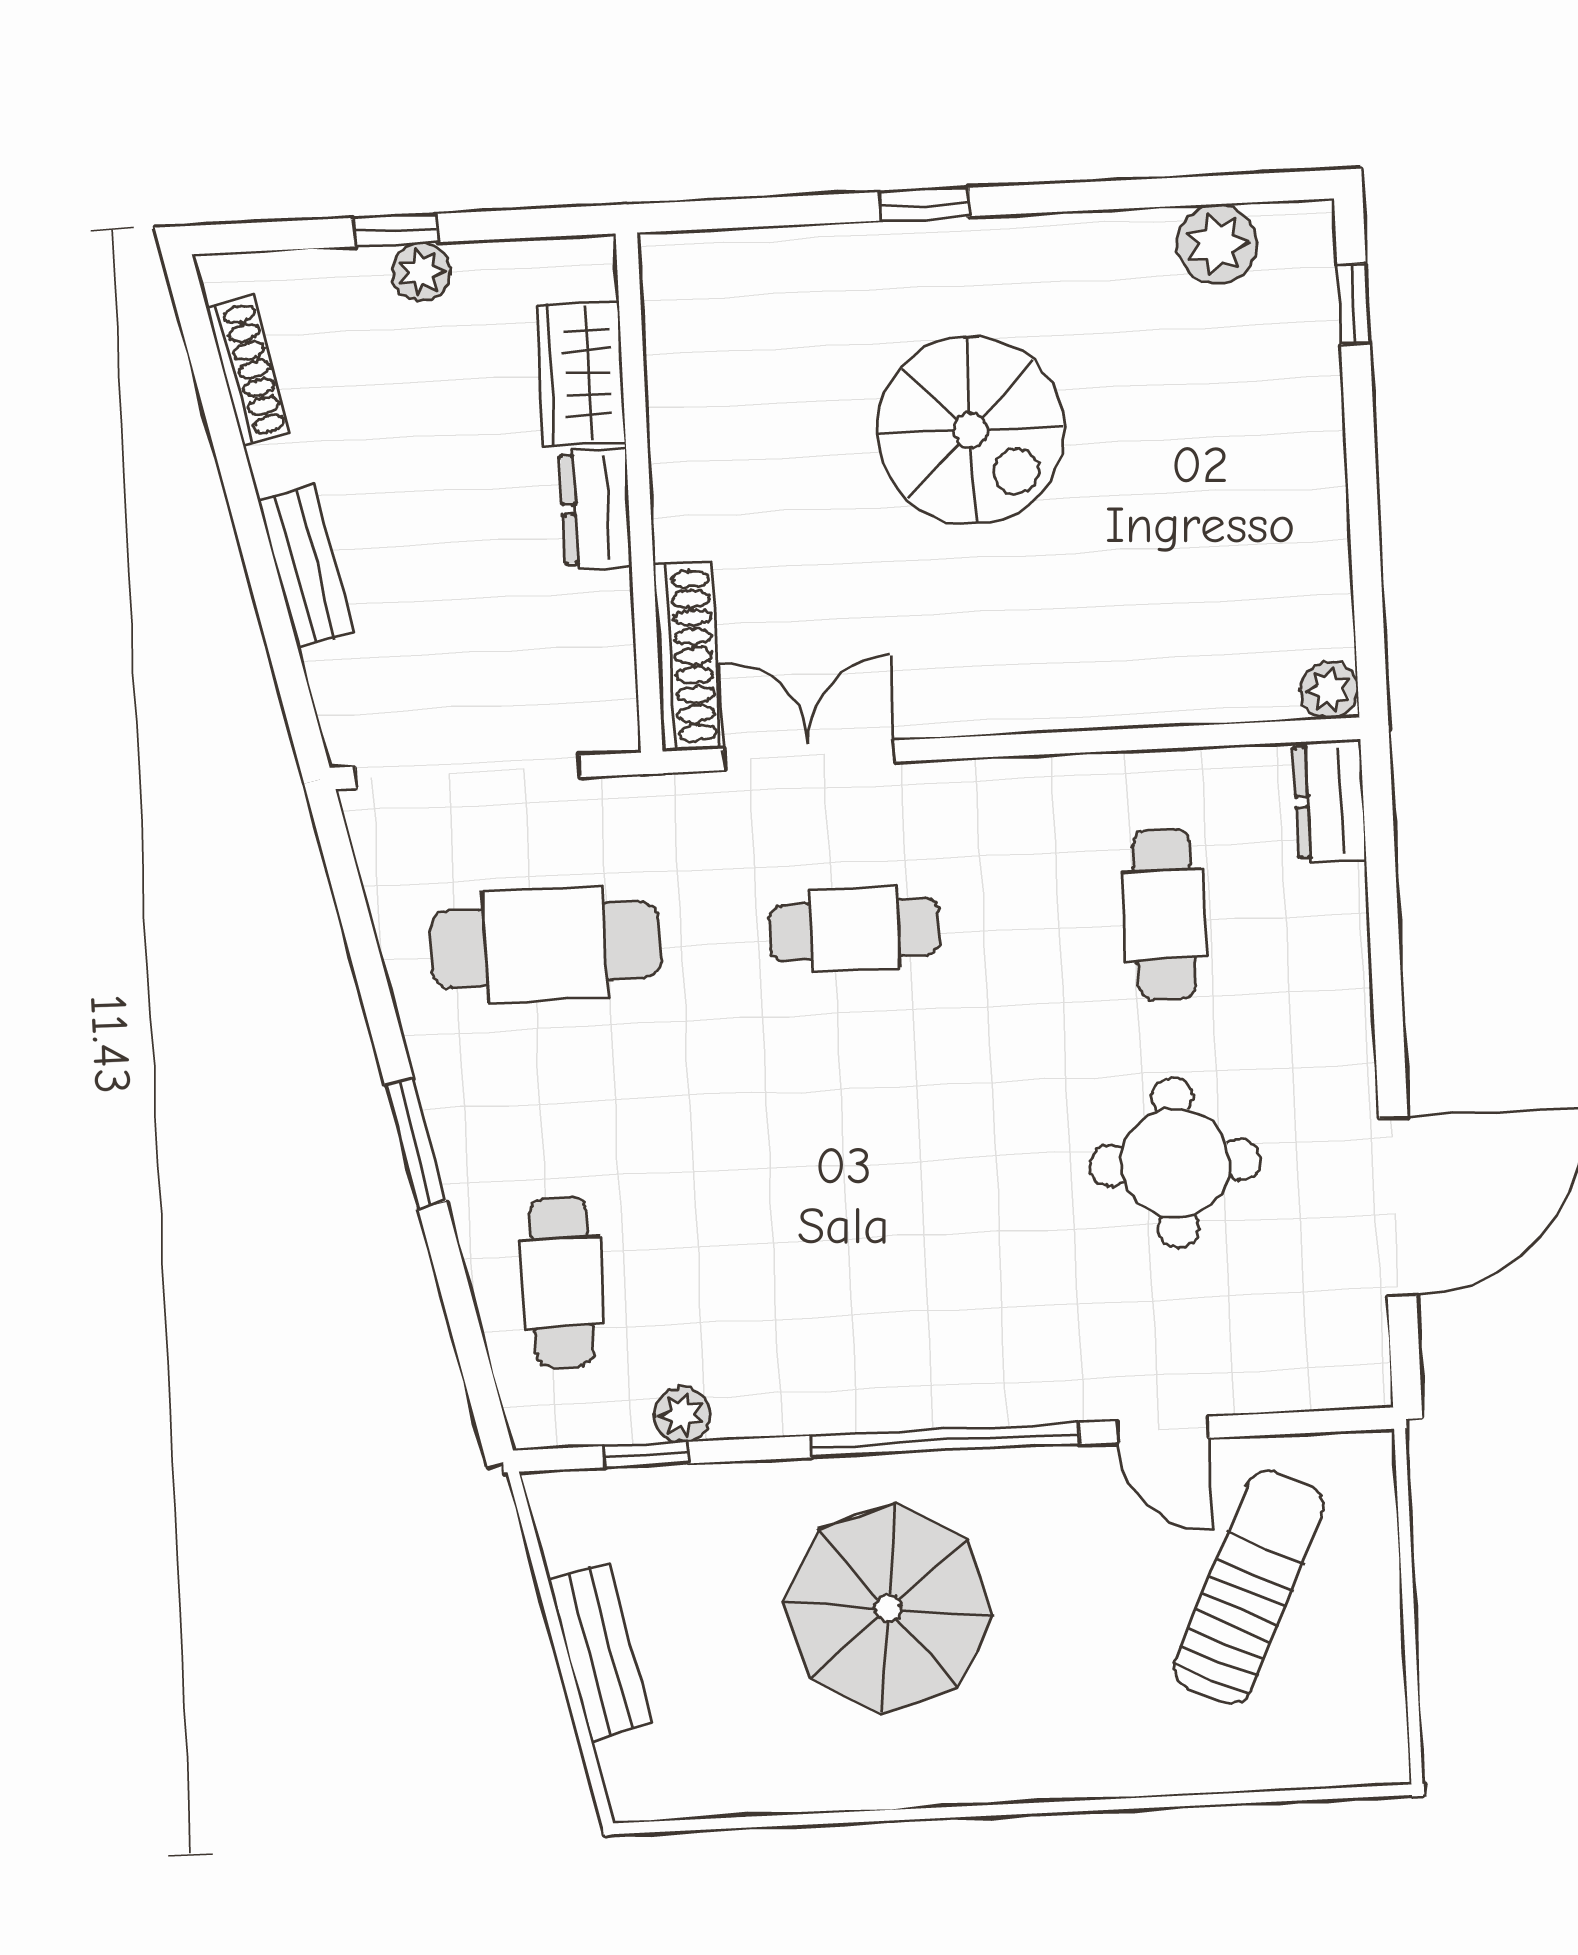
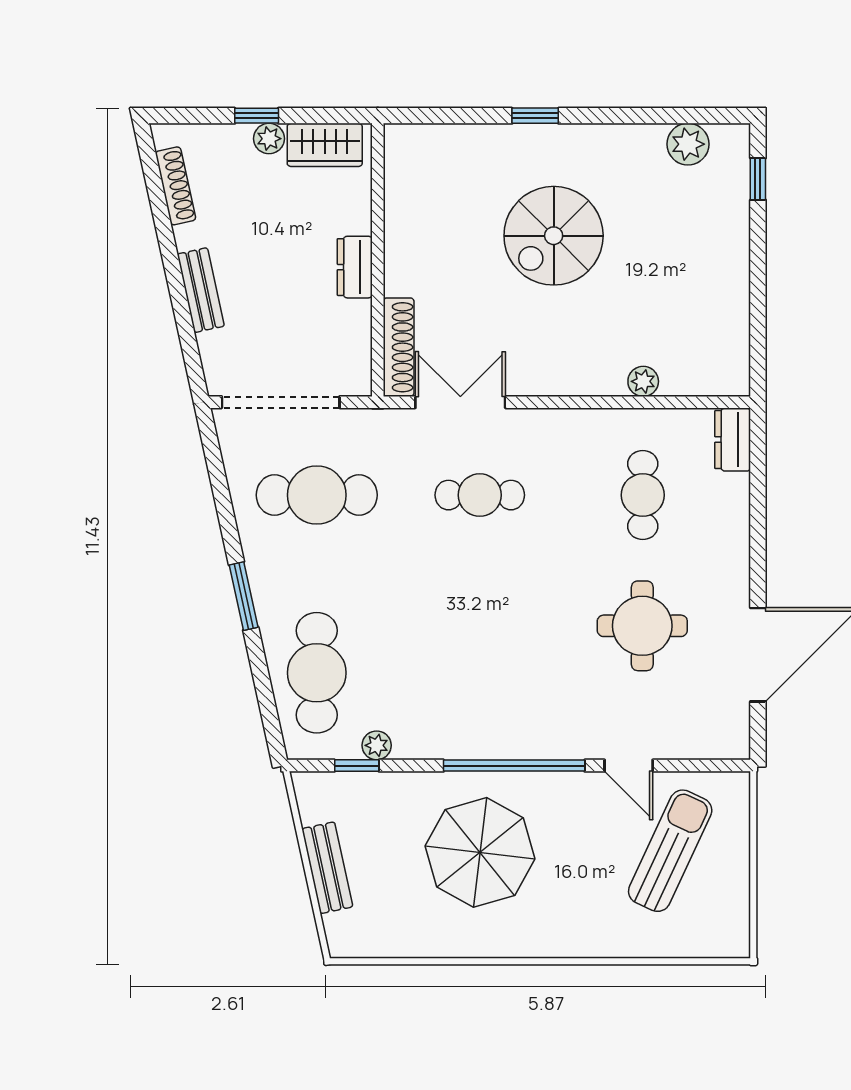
wardrobe: (581, 373) -> (325, 145), moved, turned -90
spiral stairs: (971, 430) -> (554, 236), turned 90
plant: (1329, 690) -> (643, 381), moved
cafe table: (562, 1282) -> (317, 673), width x1.37, depth x1.35

